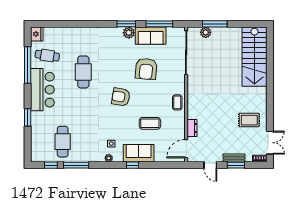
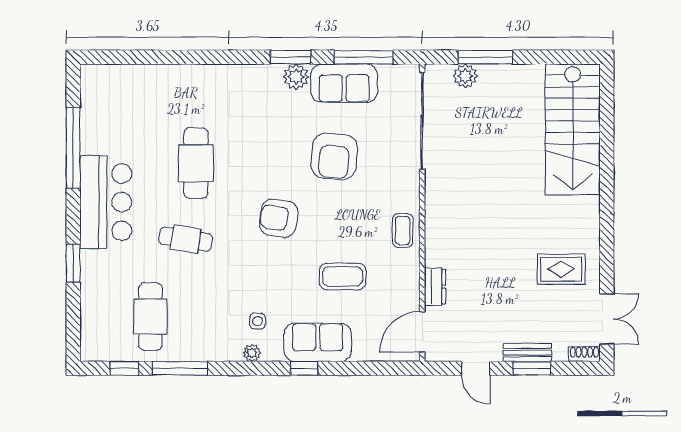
fridge: (37, 34) -> (93, 80), removed
cafe table: (47, 56) -> (186, 239), moved

